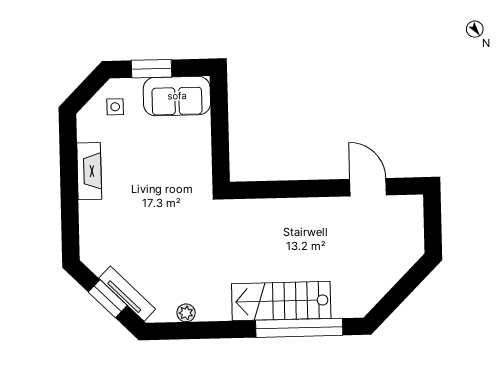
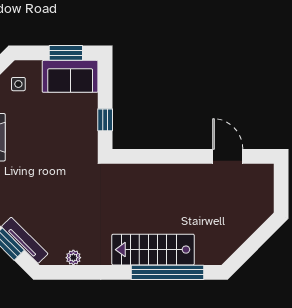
window: (152, 69) -> (66, 53), moved
window: (220, 147) -> (105, 120), added

